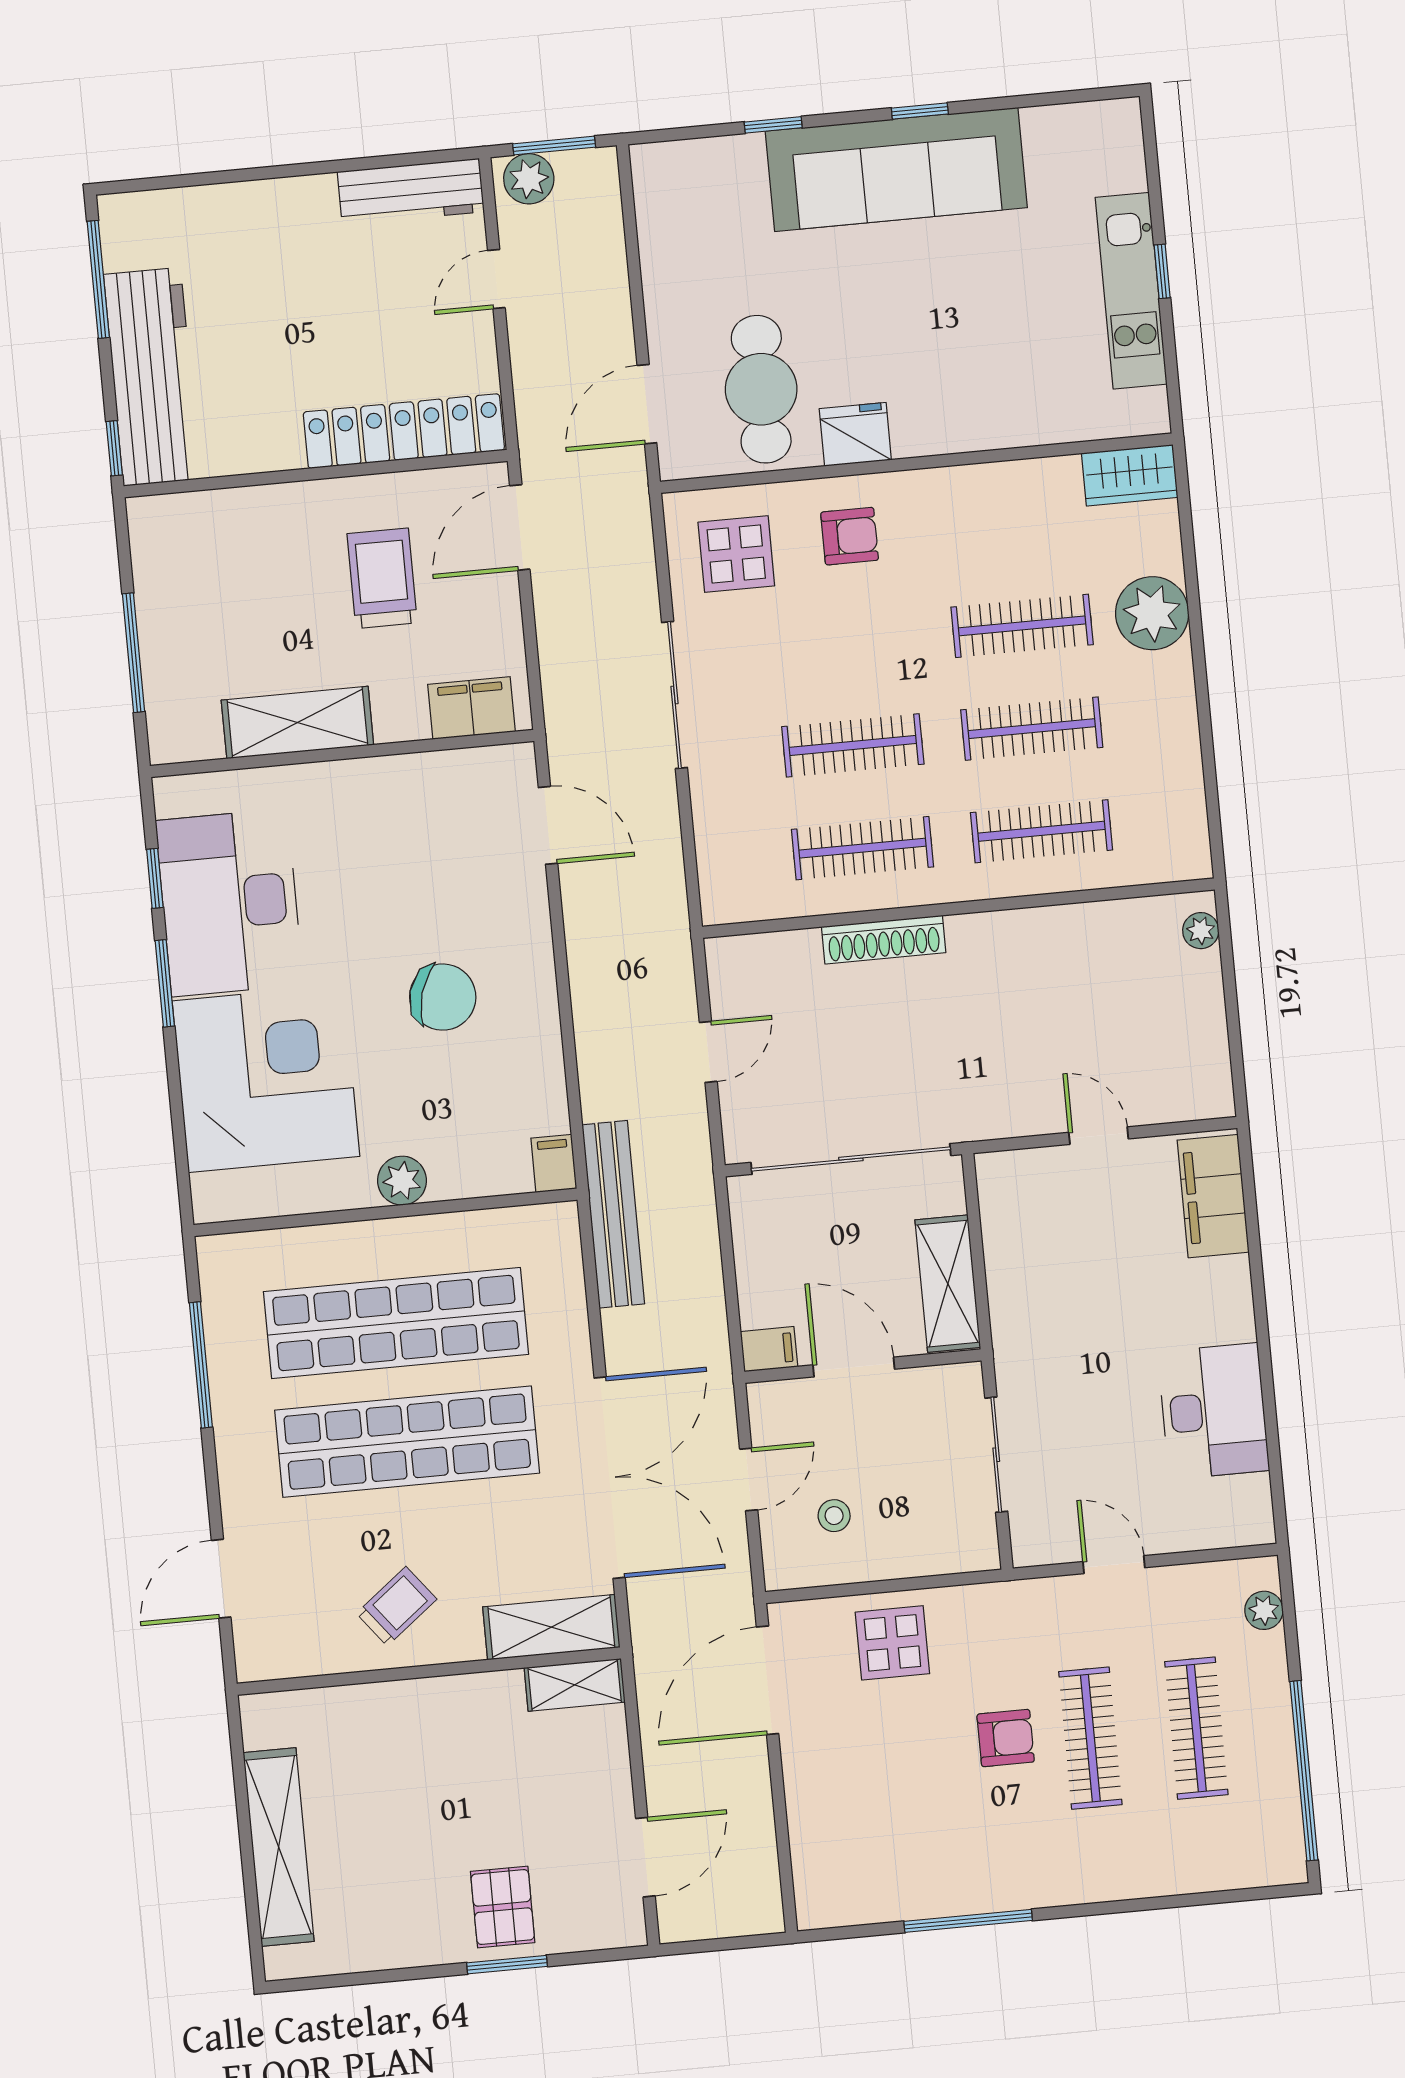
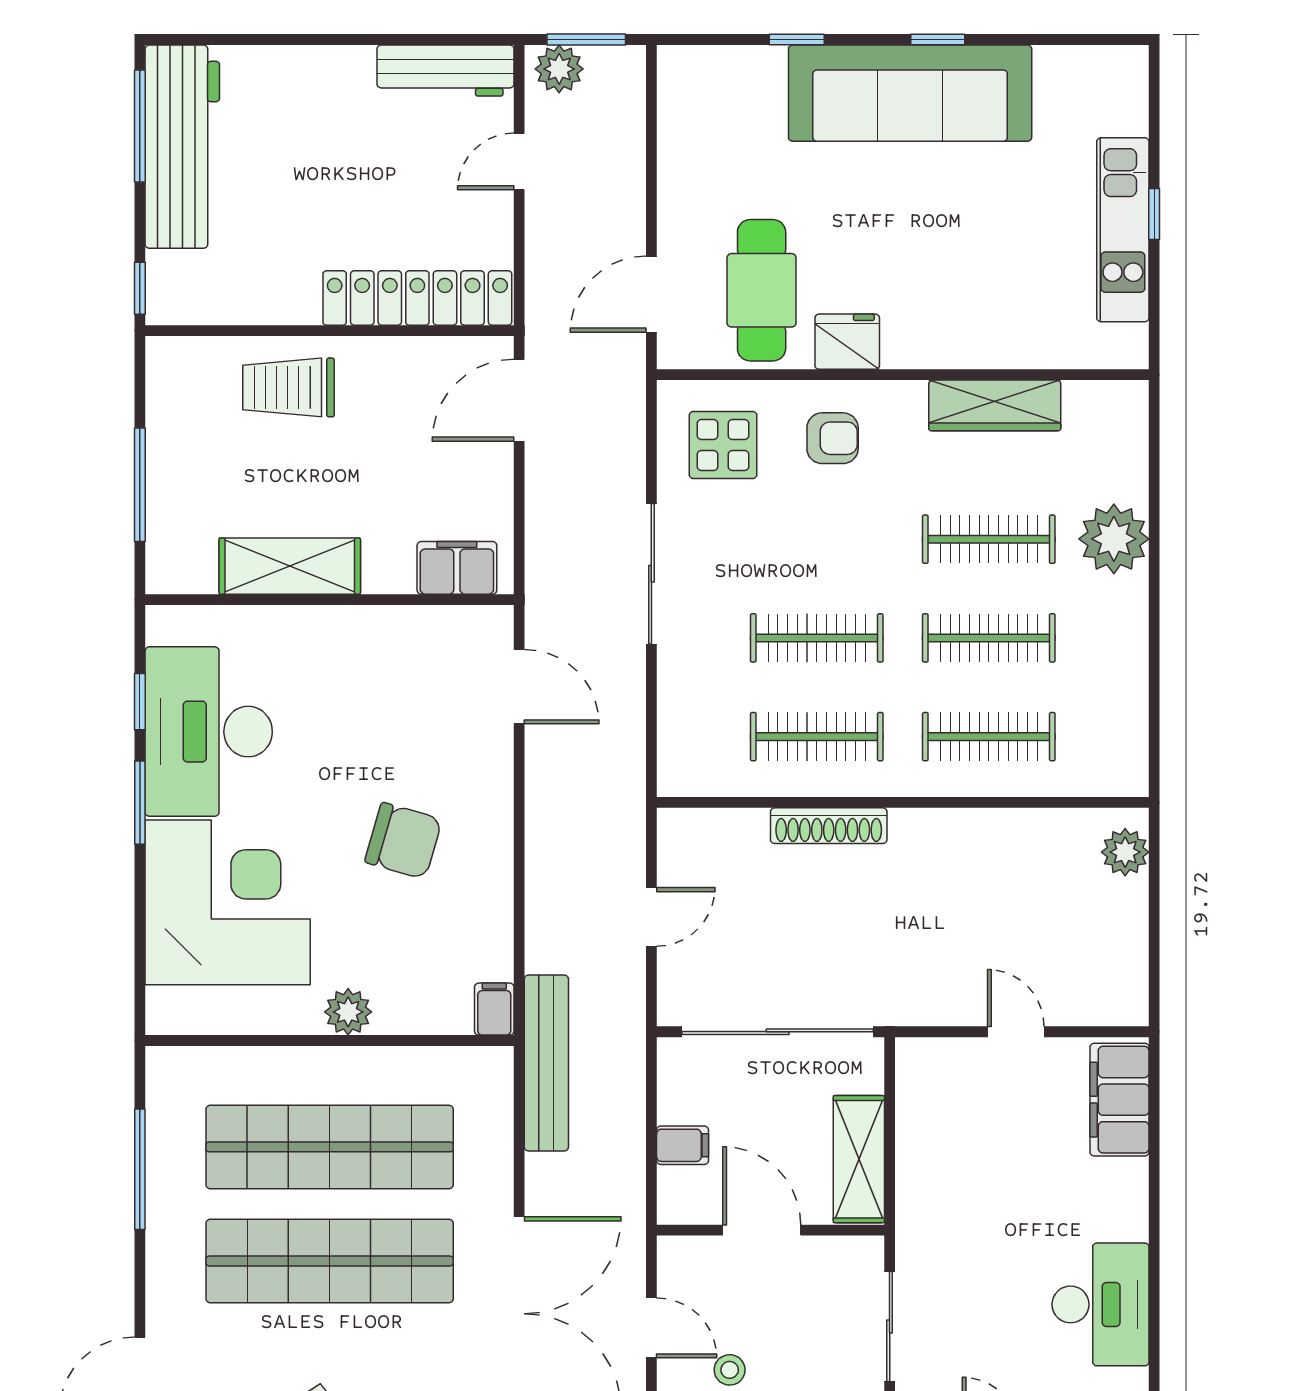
workbench: (152, 377) -> (182, 147), moved
wardrobe: (1130, 475) -> (995, 405), moved, width x1.50
trolley: (382, 578) -> (289, 387), moved, turned -90
plant: (1201, 931) -> (1125, 852), width x1.38, depth x1.38
filing cabinet: (769, 1349) -> (683, 1145), moved
door: (749, 1480) -> (651, 1328), hinge flipped

